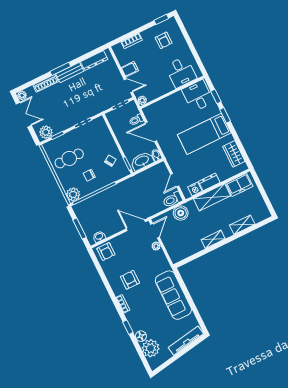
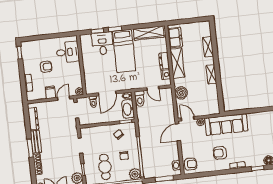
armchair: (164, 40) -> (46, 67), moved
desk: (198, 96) -> (103, 44), moved, turned 90
wardrobe: (234, 154) -> (149, 33), width x1.50
toilet: (173, 200) -> (140, 99), moved
sofa: (173, 295) -> (226, 124), moved

